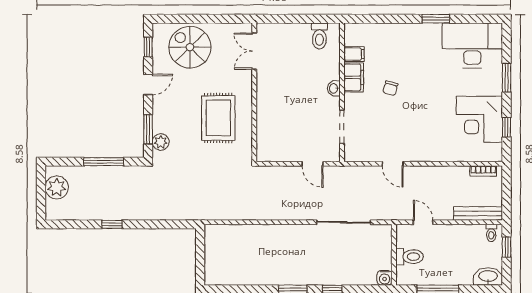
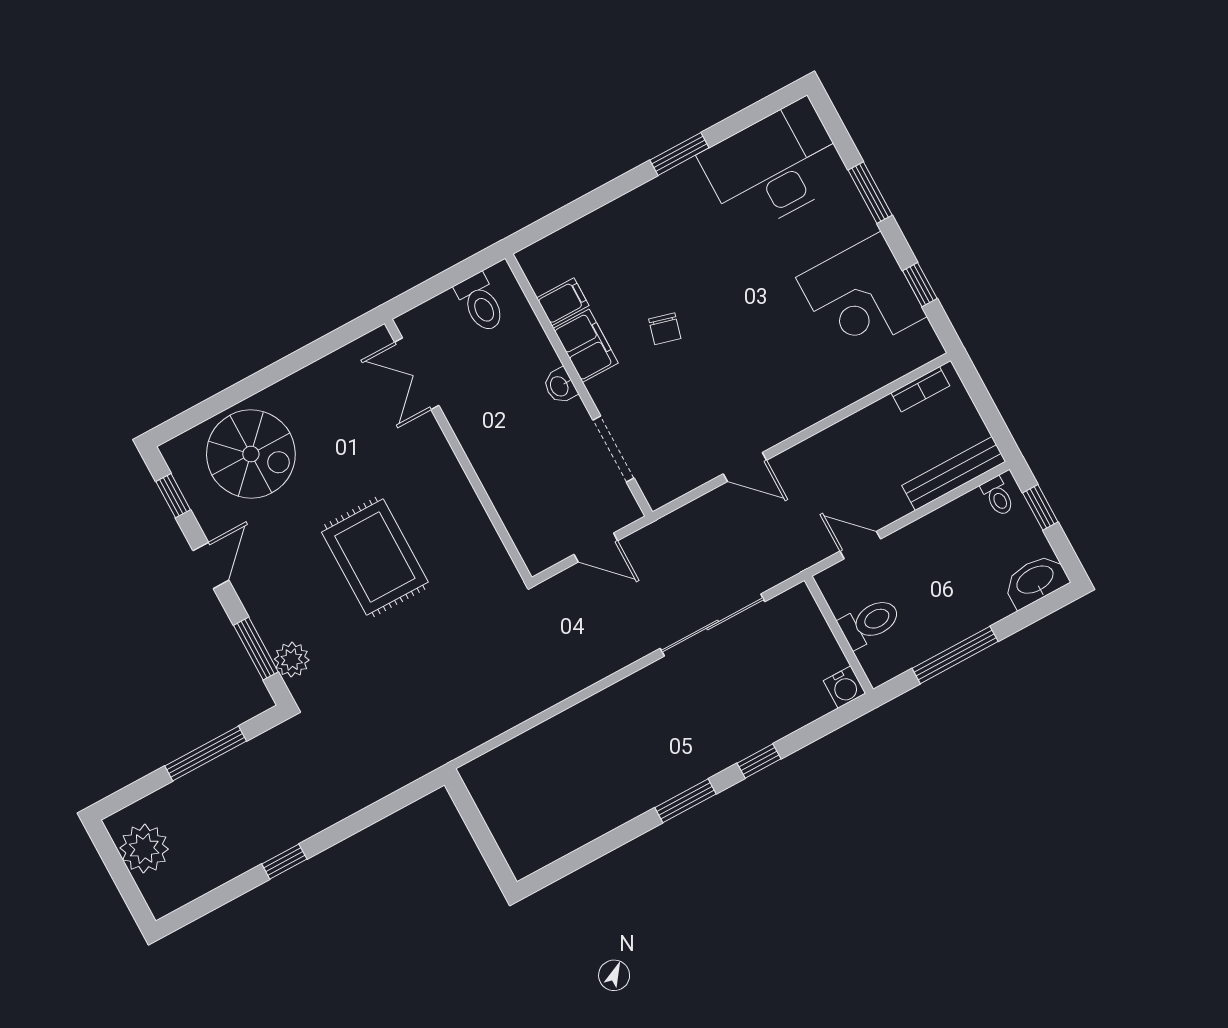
spiral stairs: (190, 47) -> (251, 454), turned 180
double door: (254, 51) -> (417, 374), moved
wall: (254, 92) -> (458, 450), moved

